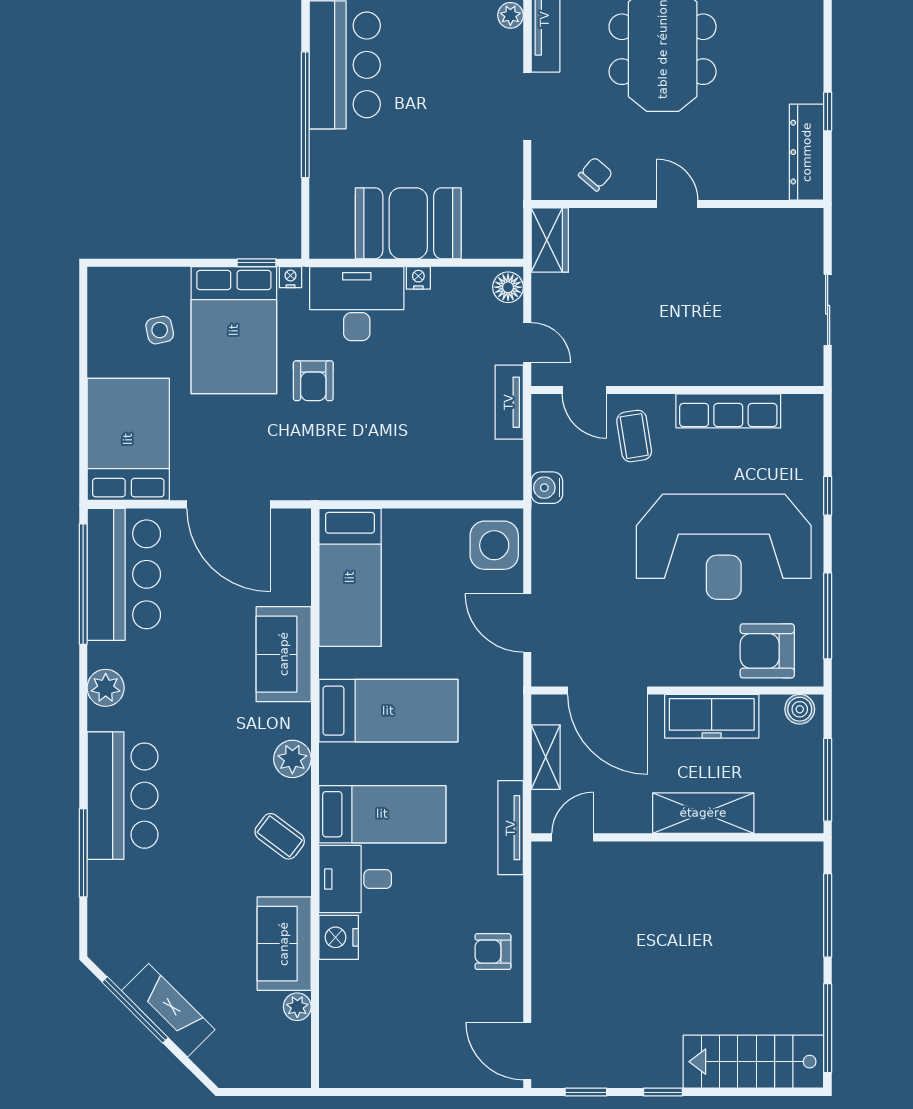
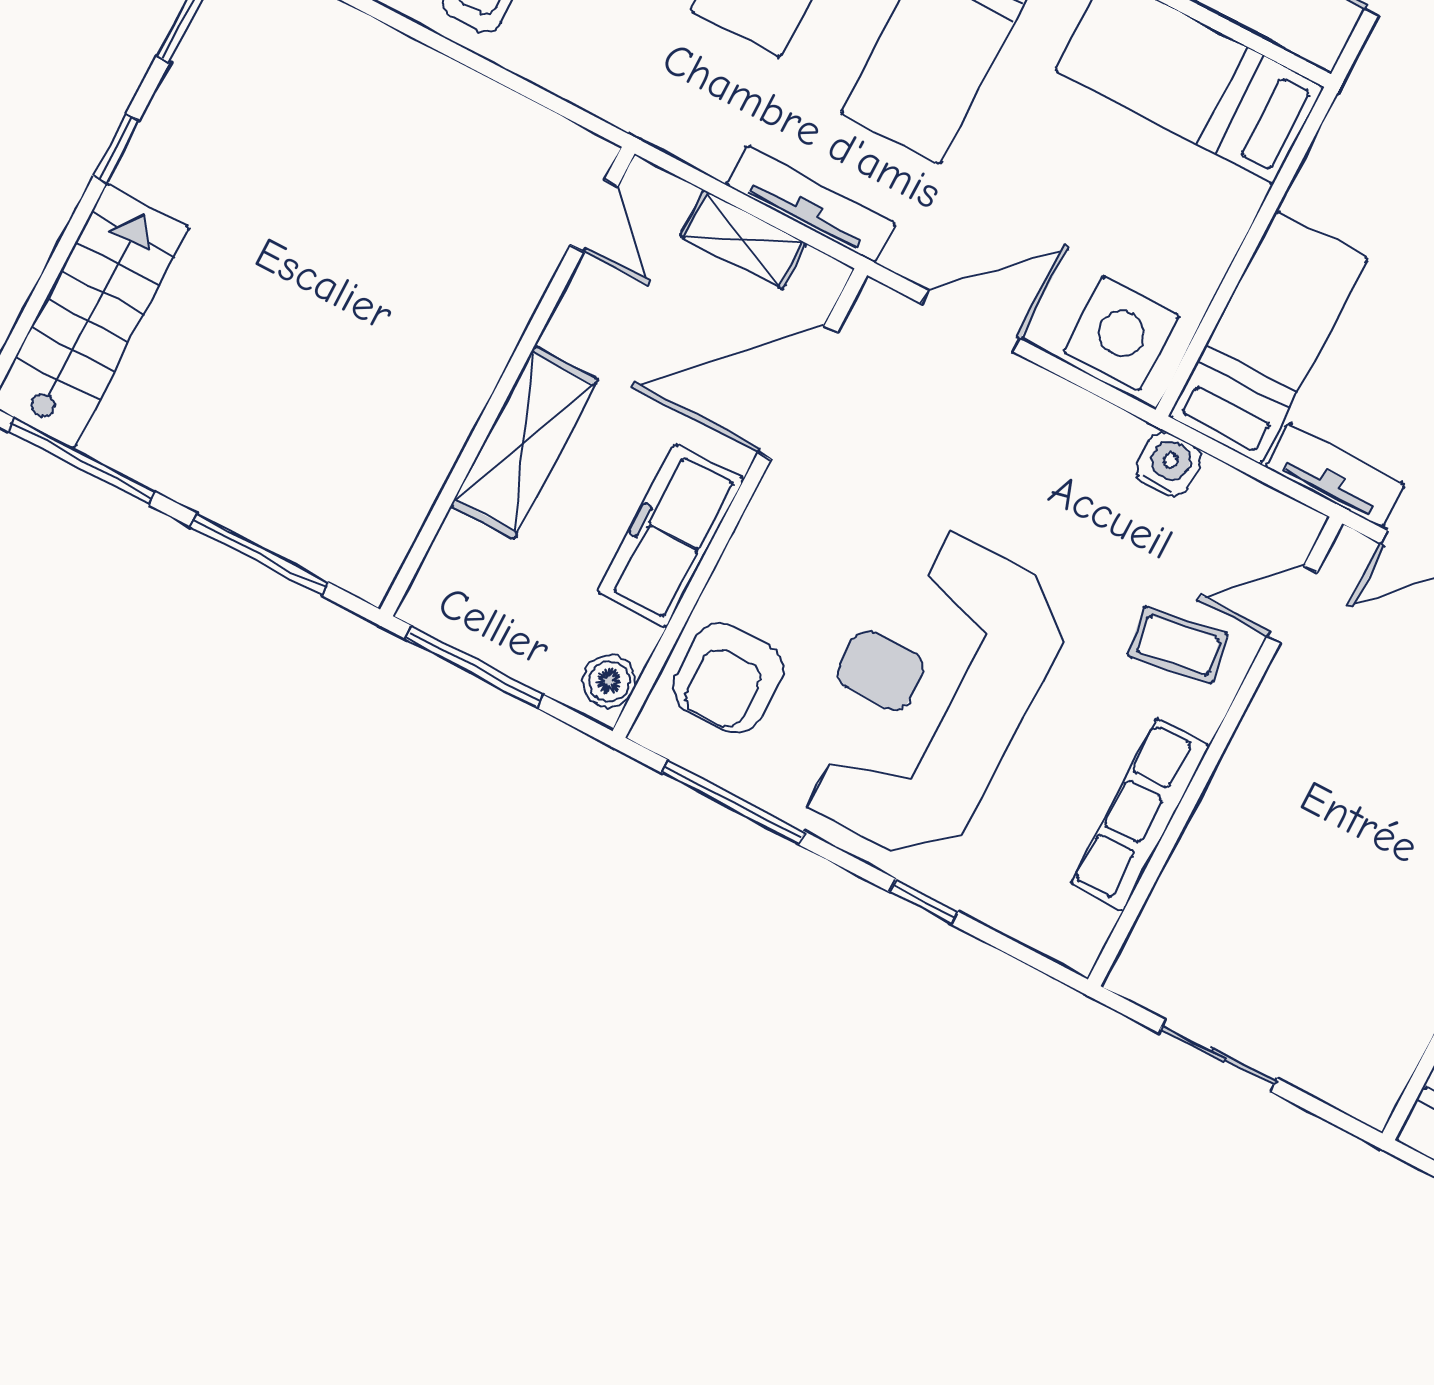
bed: (458, 471) -> (1268, 338), added
armchair: (767, 651) -> (728, 678), turned 180
tv unit: (511, 828) -> (811, 204), moved

